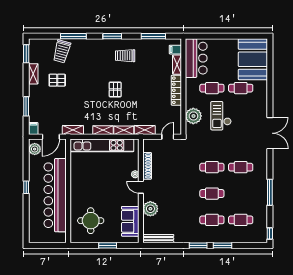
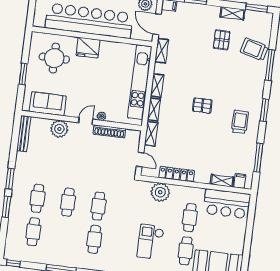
locker: (176, 90) -> (177, 174), moved
checkout: (221, 116) -> (150, 242), moved, turned -90
fridge: (78, 193) -> (88, 48), added

